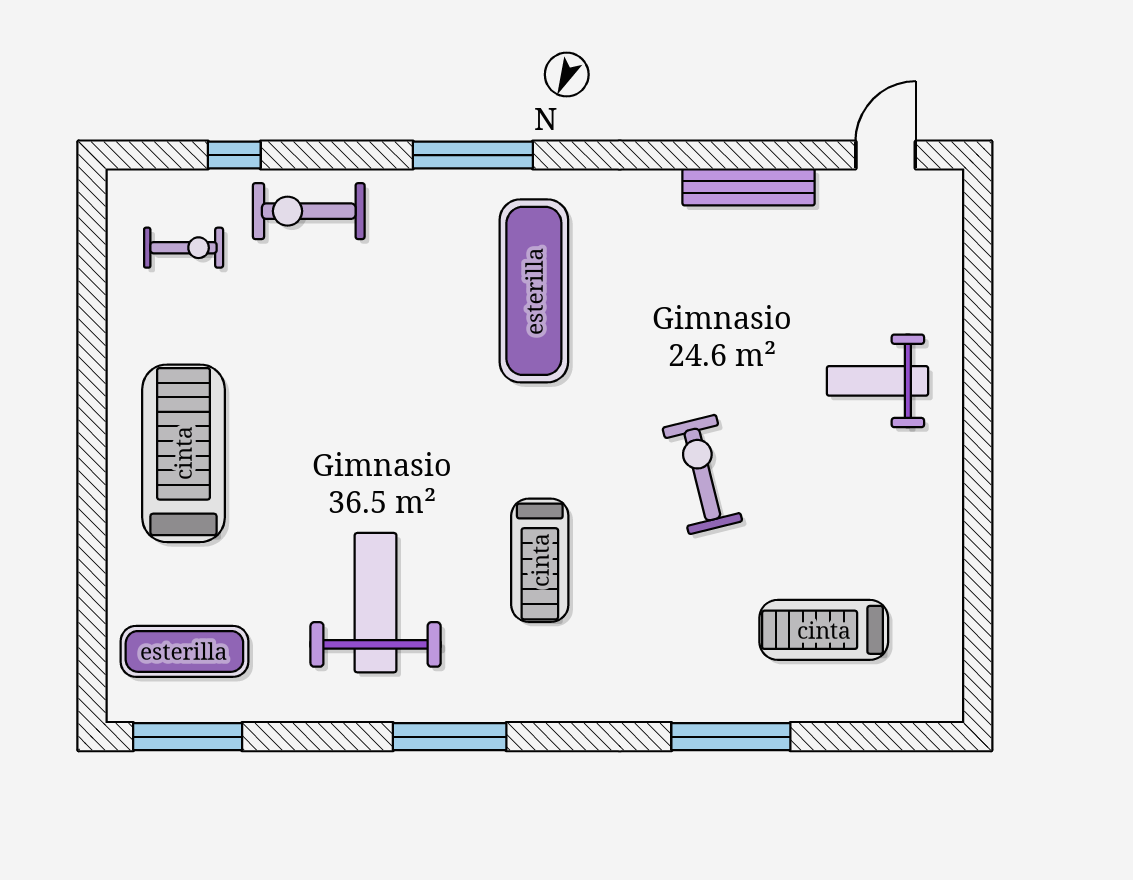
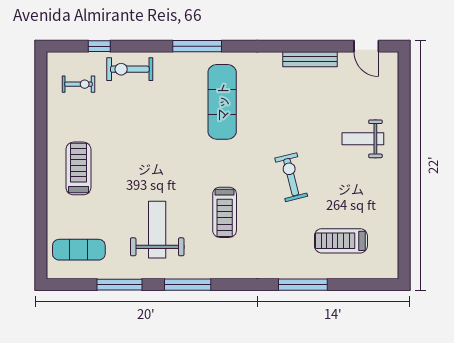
door: (886, 155) -> (366, 46), swing flipped
treadmill: (183, 453) -> (78, 168), width x0.73, depth x0.73
window: (188, 737) -> (120, 285), moved

